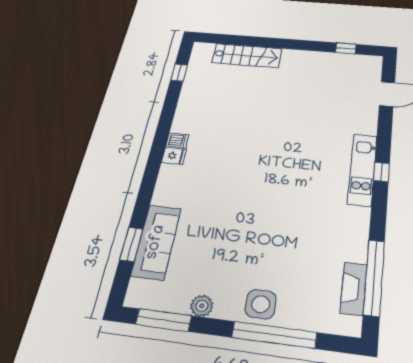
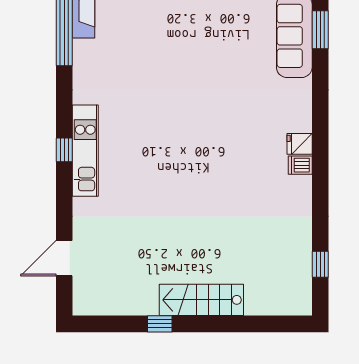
window: (346, 48) -> (160, 324), moved
stairs: (247, 56) -> (201, 300), moved

